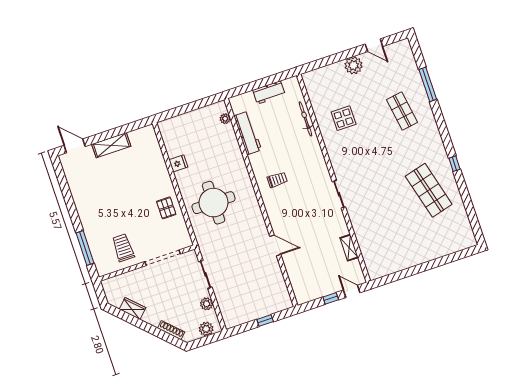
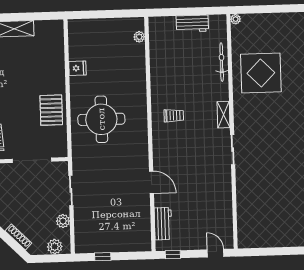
plant: (353, 65) -> (236, 19), moved, width x0.53, depth x0.53
display table: (344, 118) -> (261, 73), width x1.86, depth x1.86
workbench: (248, 133) -> (163, 224), moved, width x0.73
pallet: (166, 208) -> (51, 110), width x1.50, depth x1.42
shelving: (349, 248) -> (224, 115), moved
window: (331, 298) -> (173, 255), moved
window: (265, 321) -> (103, 257), moved

